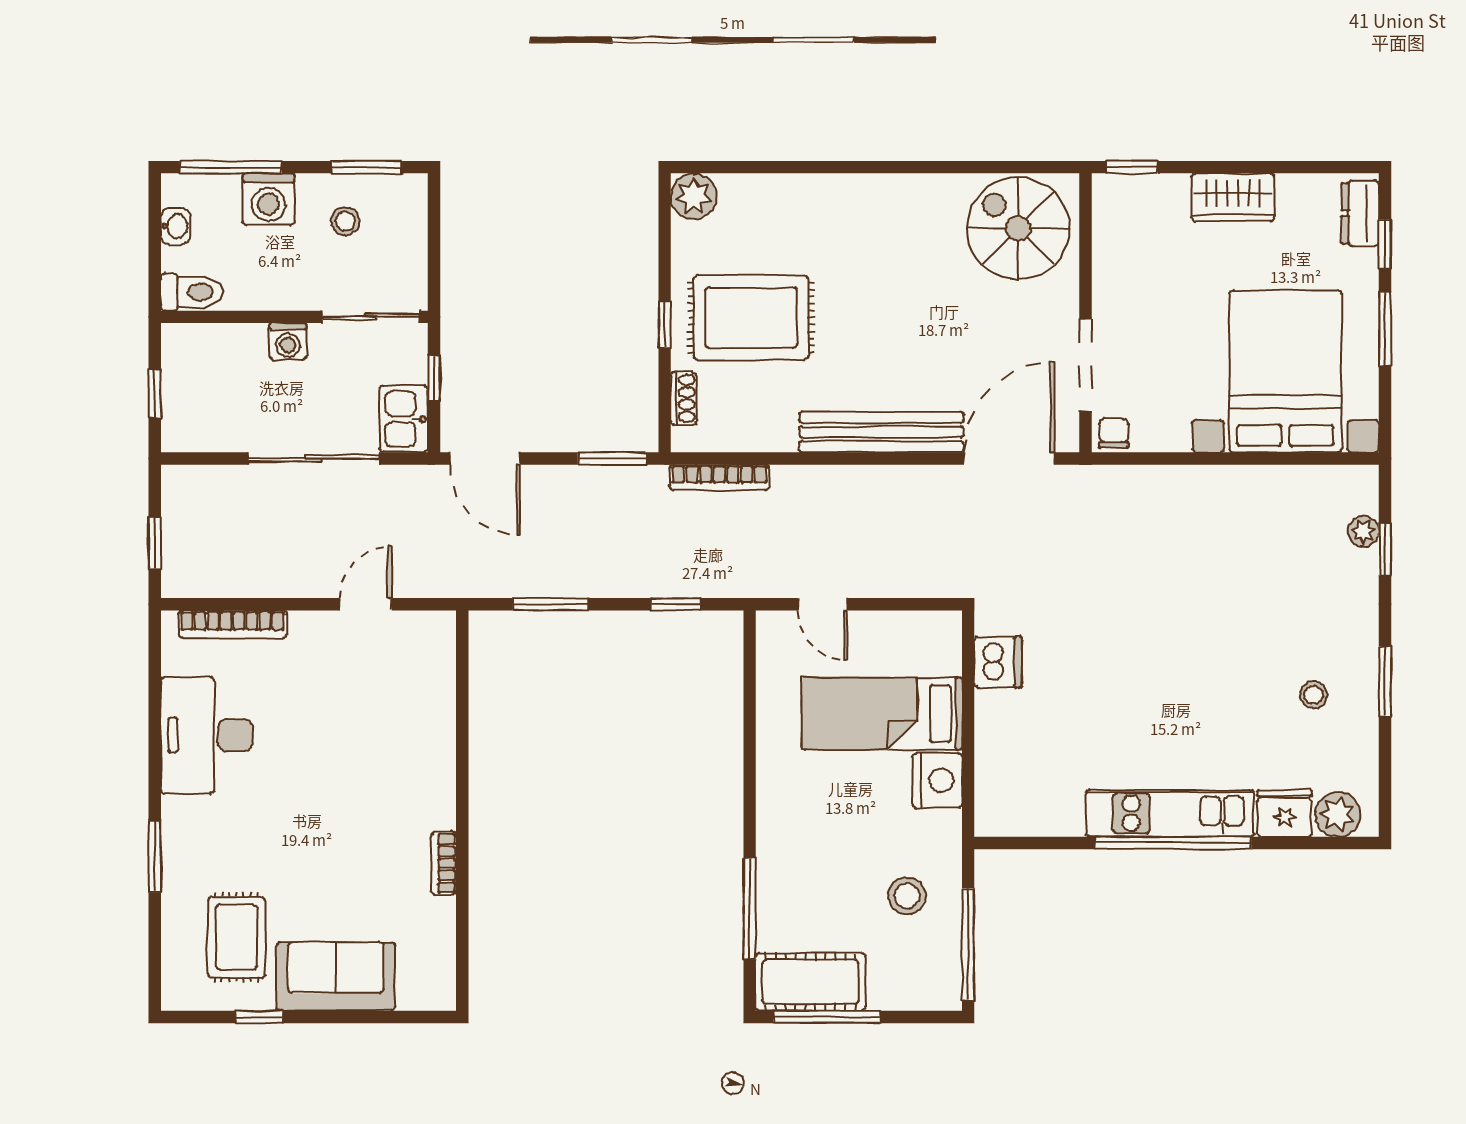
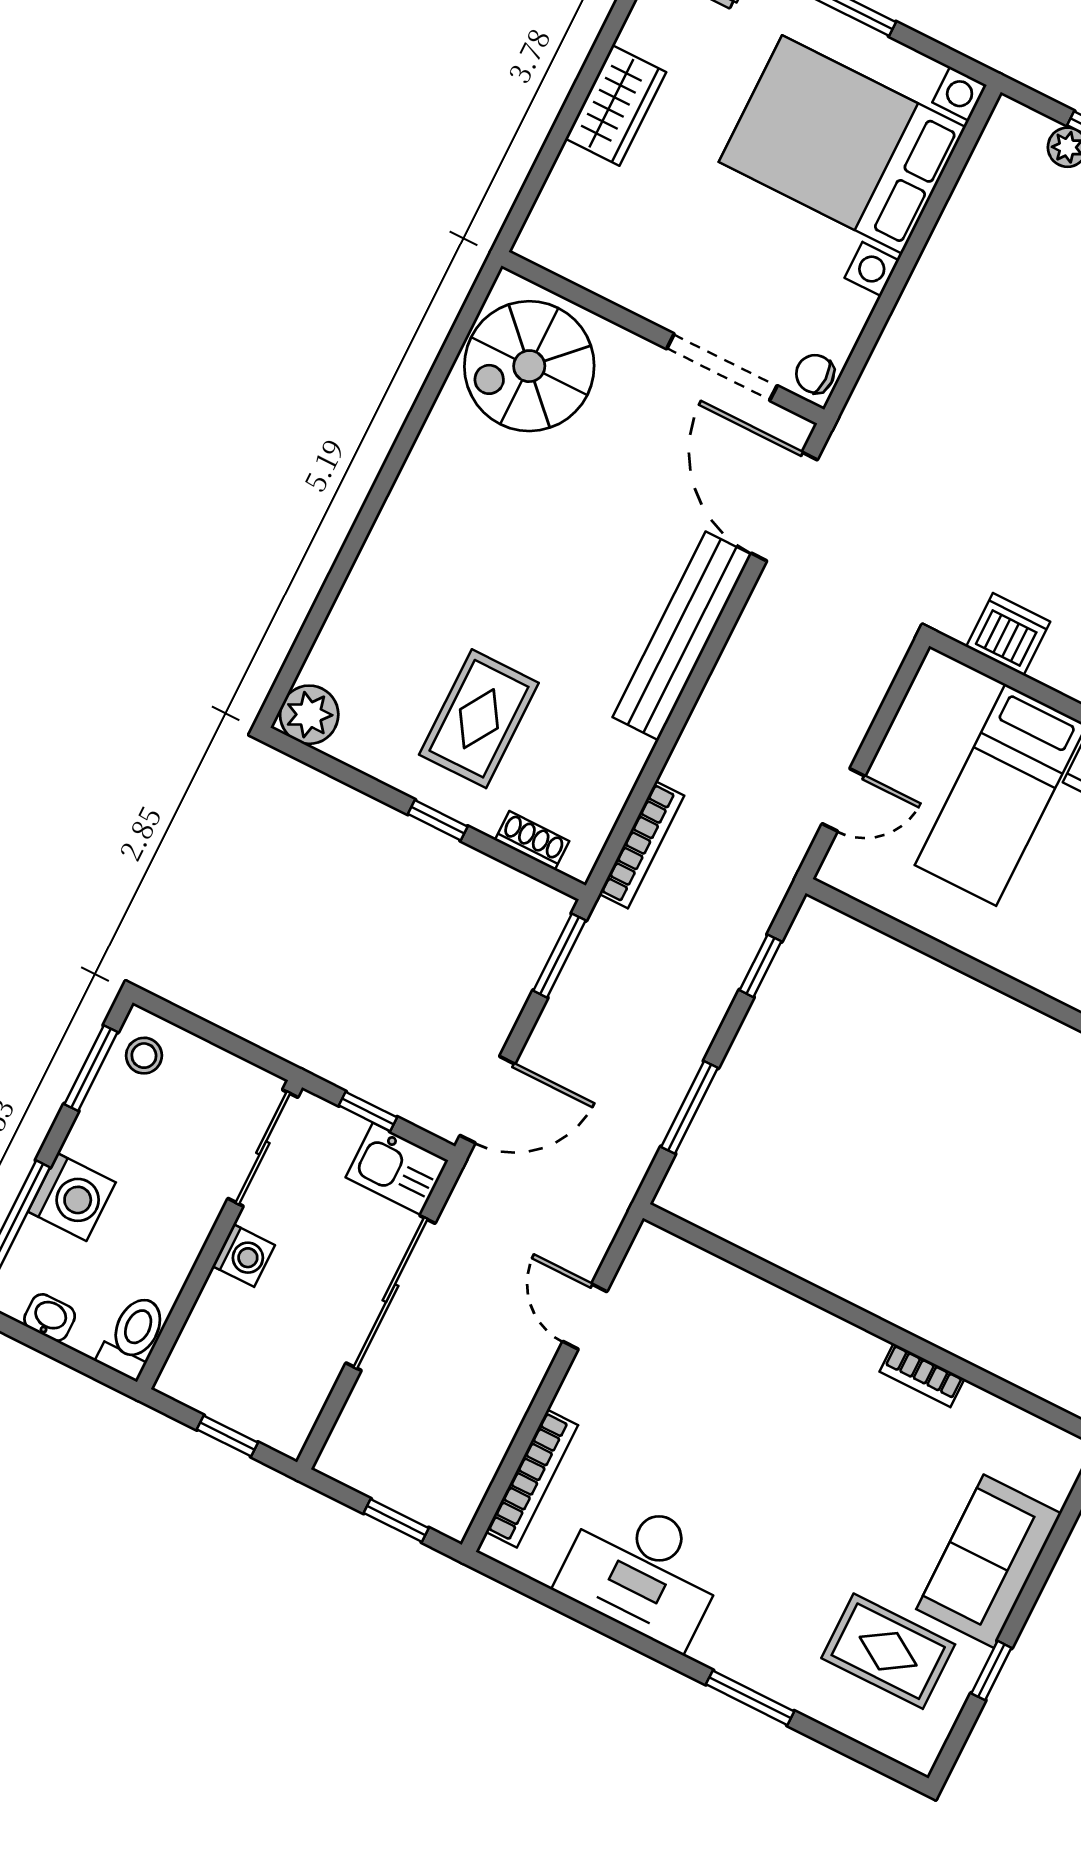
window: (1132, 167) -> (524, 203), removed
stool: (345, 221) -> (144, 1056), moved
rug: (751, 318) -> (479, 719), width x0.73, depth x0.70

